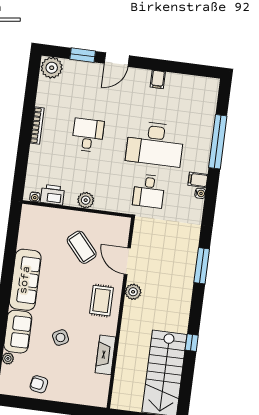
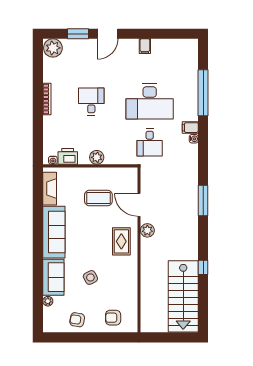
coffee table: (82, 247) -> (98, 198), turned -49
fireplace: (105, 355) -> (50, 189), moved, turned 180
armchair: (81, 387) -> (113, 318), added

